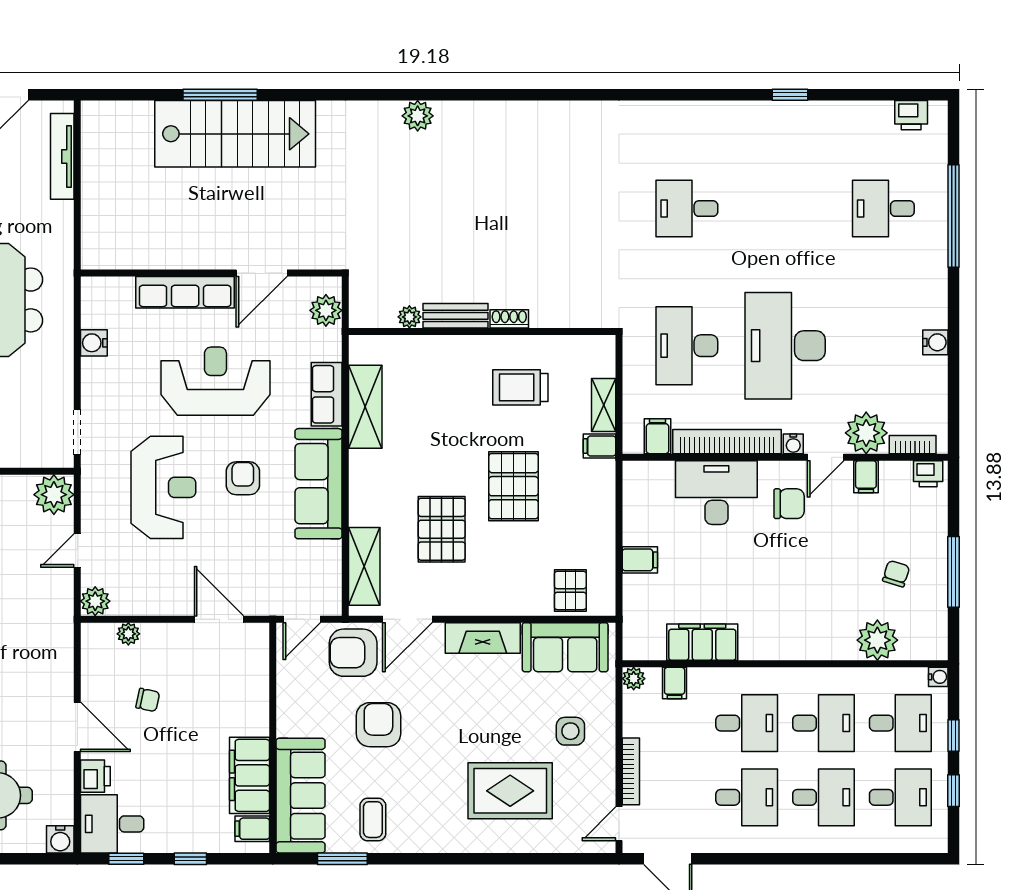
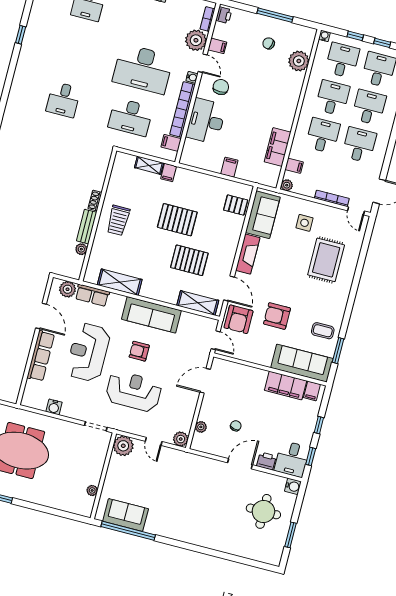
trolley: (520, 387) -> (118, 220), moved
row of seats: (327, 394) -> (92, 295), moved

